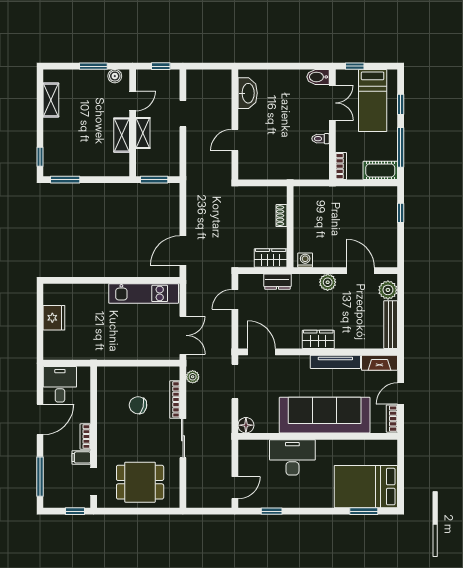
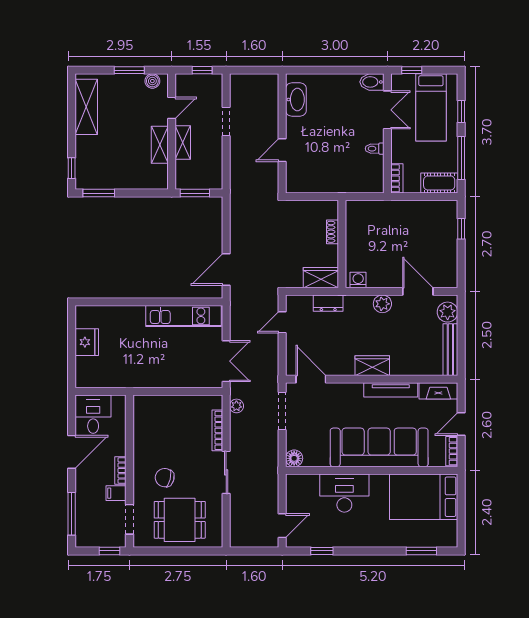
shelving: (51, 100) -> (86, 107), width x1.50, depth x1.33
chair: (138, 405) -> (165, 478), moved
bed: (366, 487) -> (424, 497), moved

